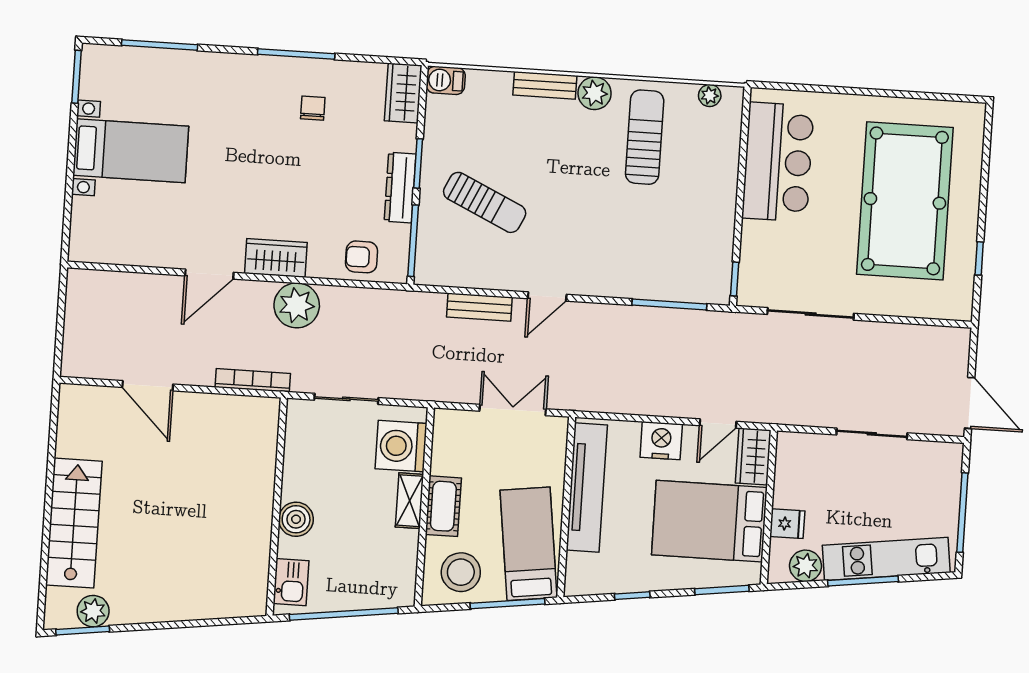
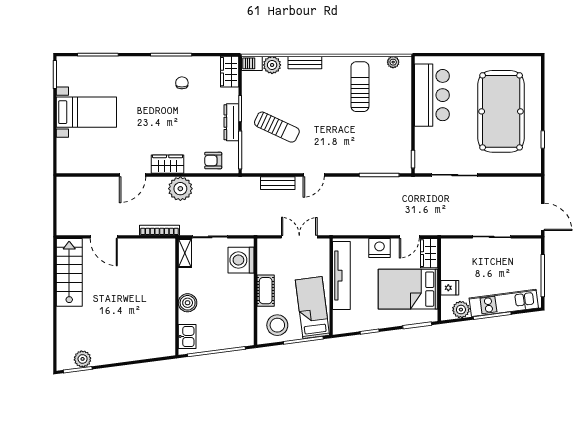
plant: (595, 93) -> (272, 65), moved
shelving: (410, 501) -> (185, 253), moved
stairs: (74, 523) -> (69, 272), moved

